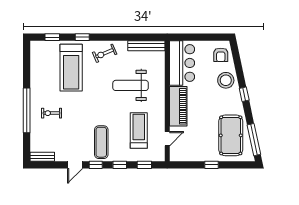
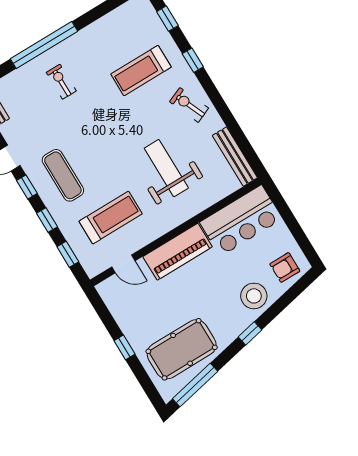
treadmill: (71, 68) -> (141, 71), width x0.73, depth x0.73
exercise mat: (101, 142) -> (63, 175), turned 90

